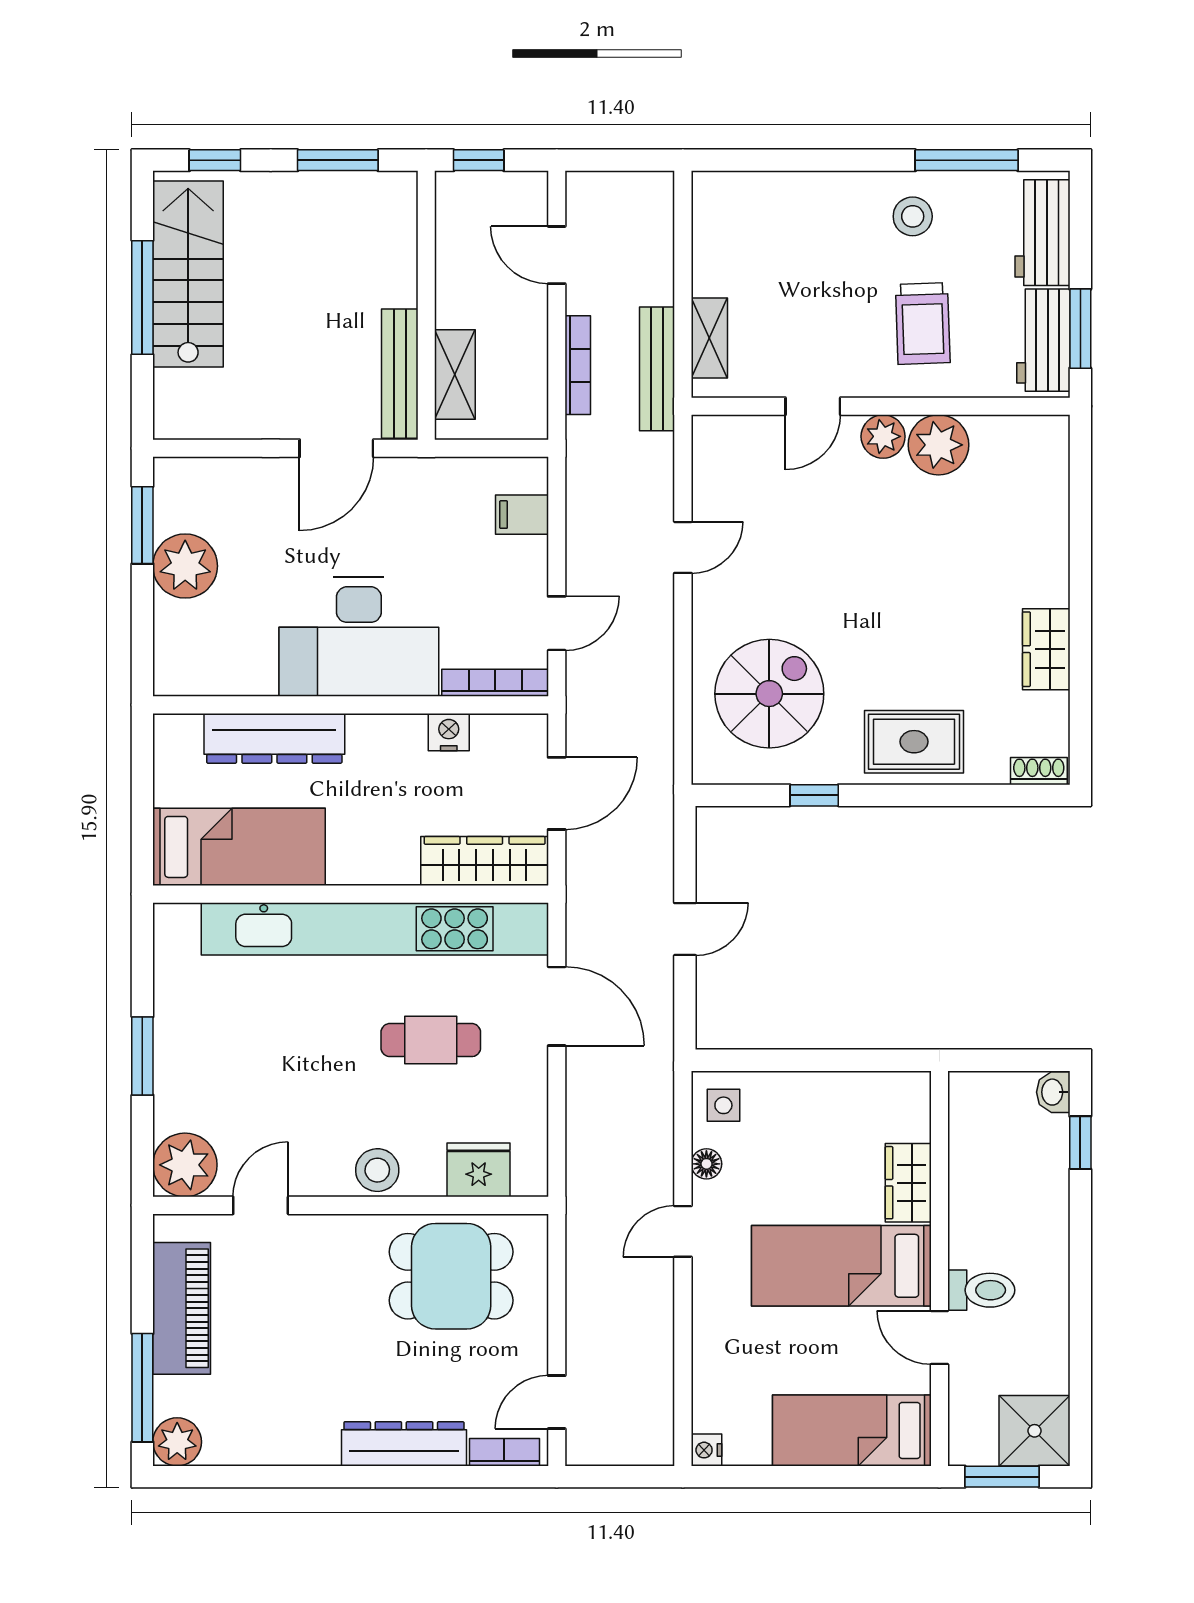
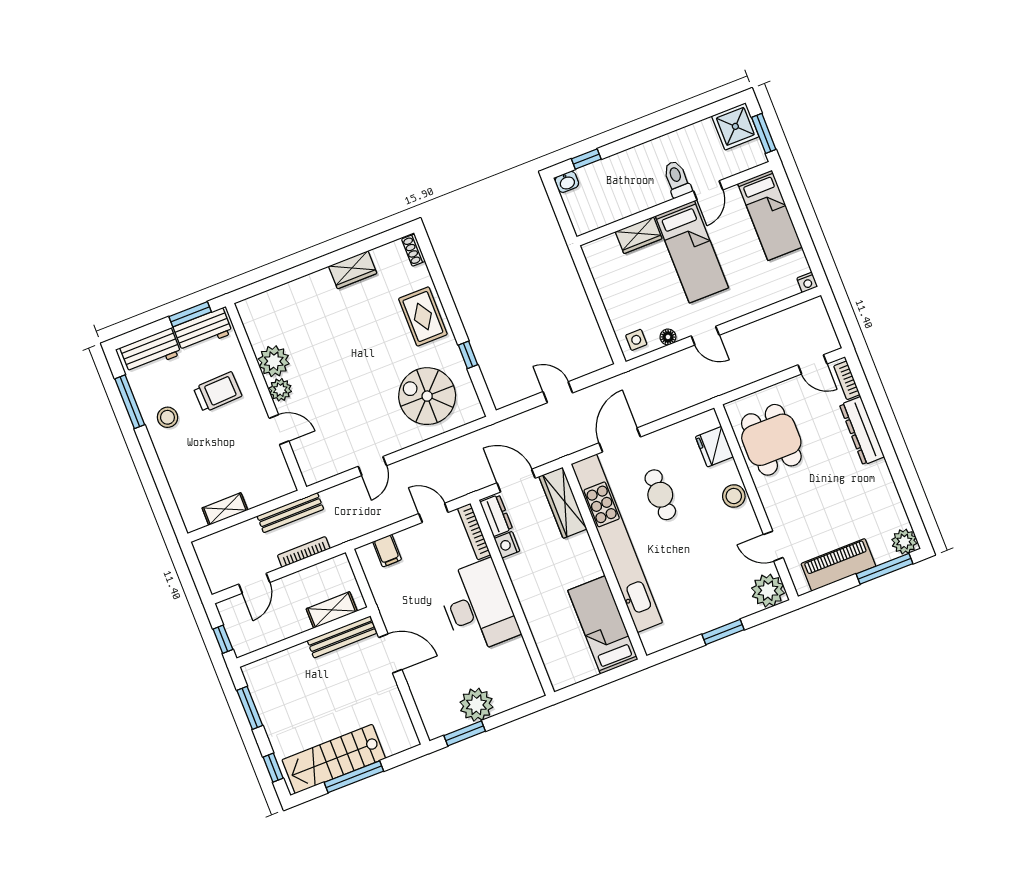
shelving: (709, 338) -> (225, 509), moved
door: (683, 547) -> (372, 466), swing flipped
dresser: (274, 738) -> (496, 515), moved, width x0.51, depth x0.80

